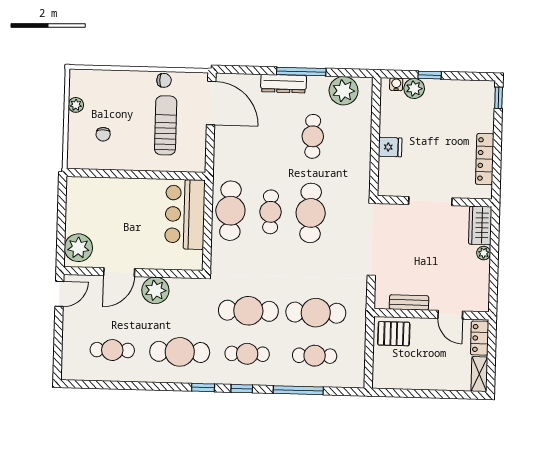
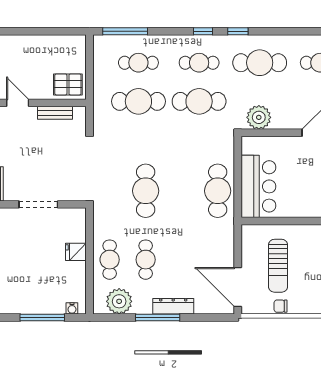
window: (430, 75) -> (42, 318), width x2.17
plant: (414, 88) -> (56, 305), removed
cafe table: (271, 212) -> (110, 260), moved
plant: (155, 290) -> (259, 117), moved
window: (298, 390) -> (125, 31), moved

